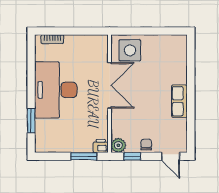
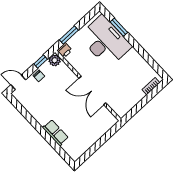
side table: (130, 50) -> (100, 122), removed
desk: (56, 90) -> (105, 41), moved
row of seats: (179, 101) -> (55, 133), moved

